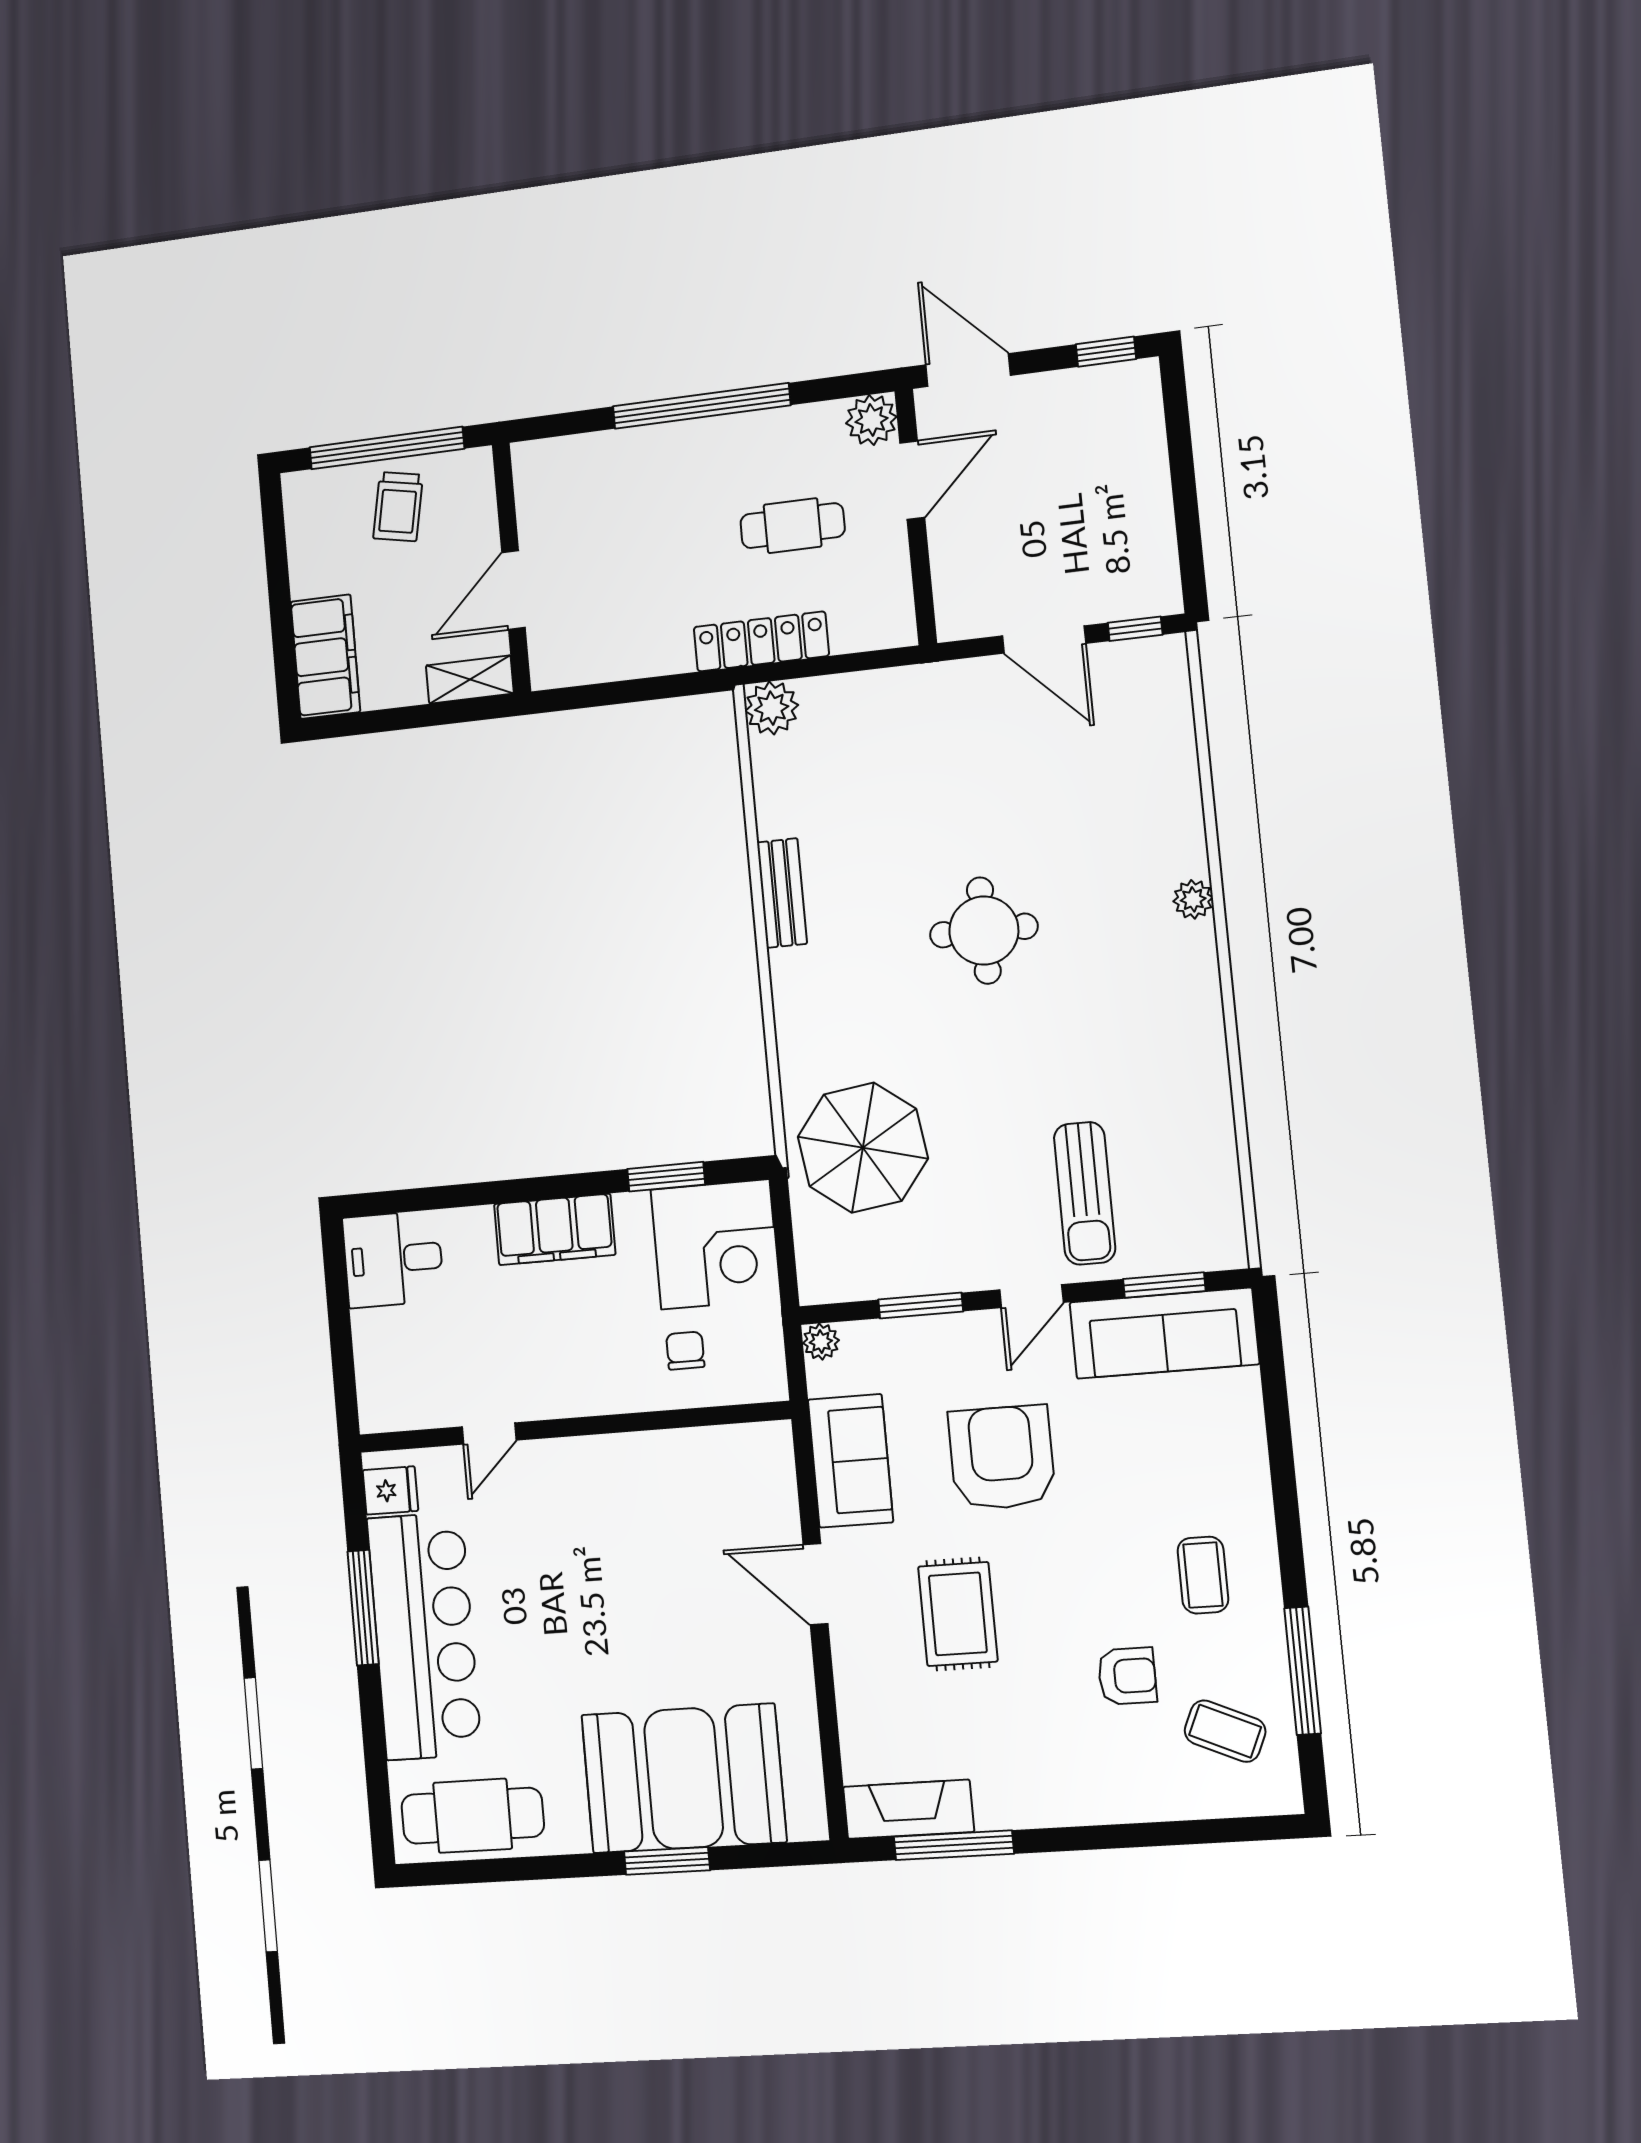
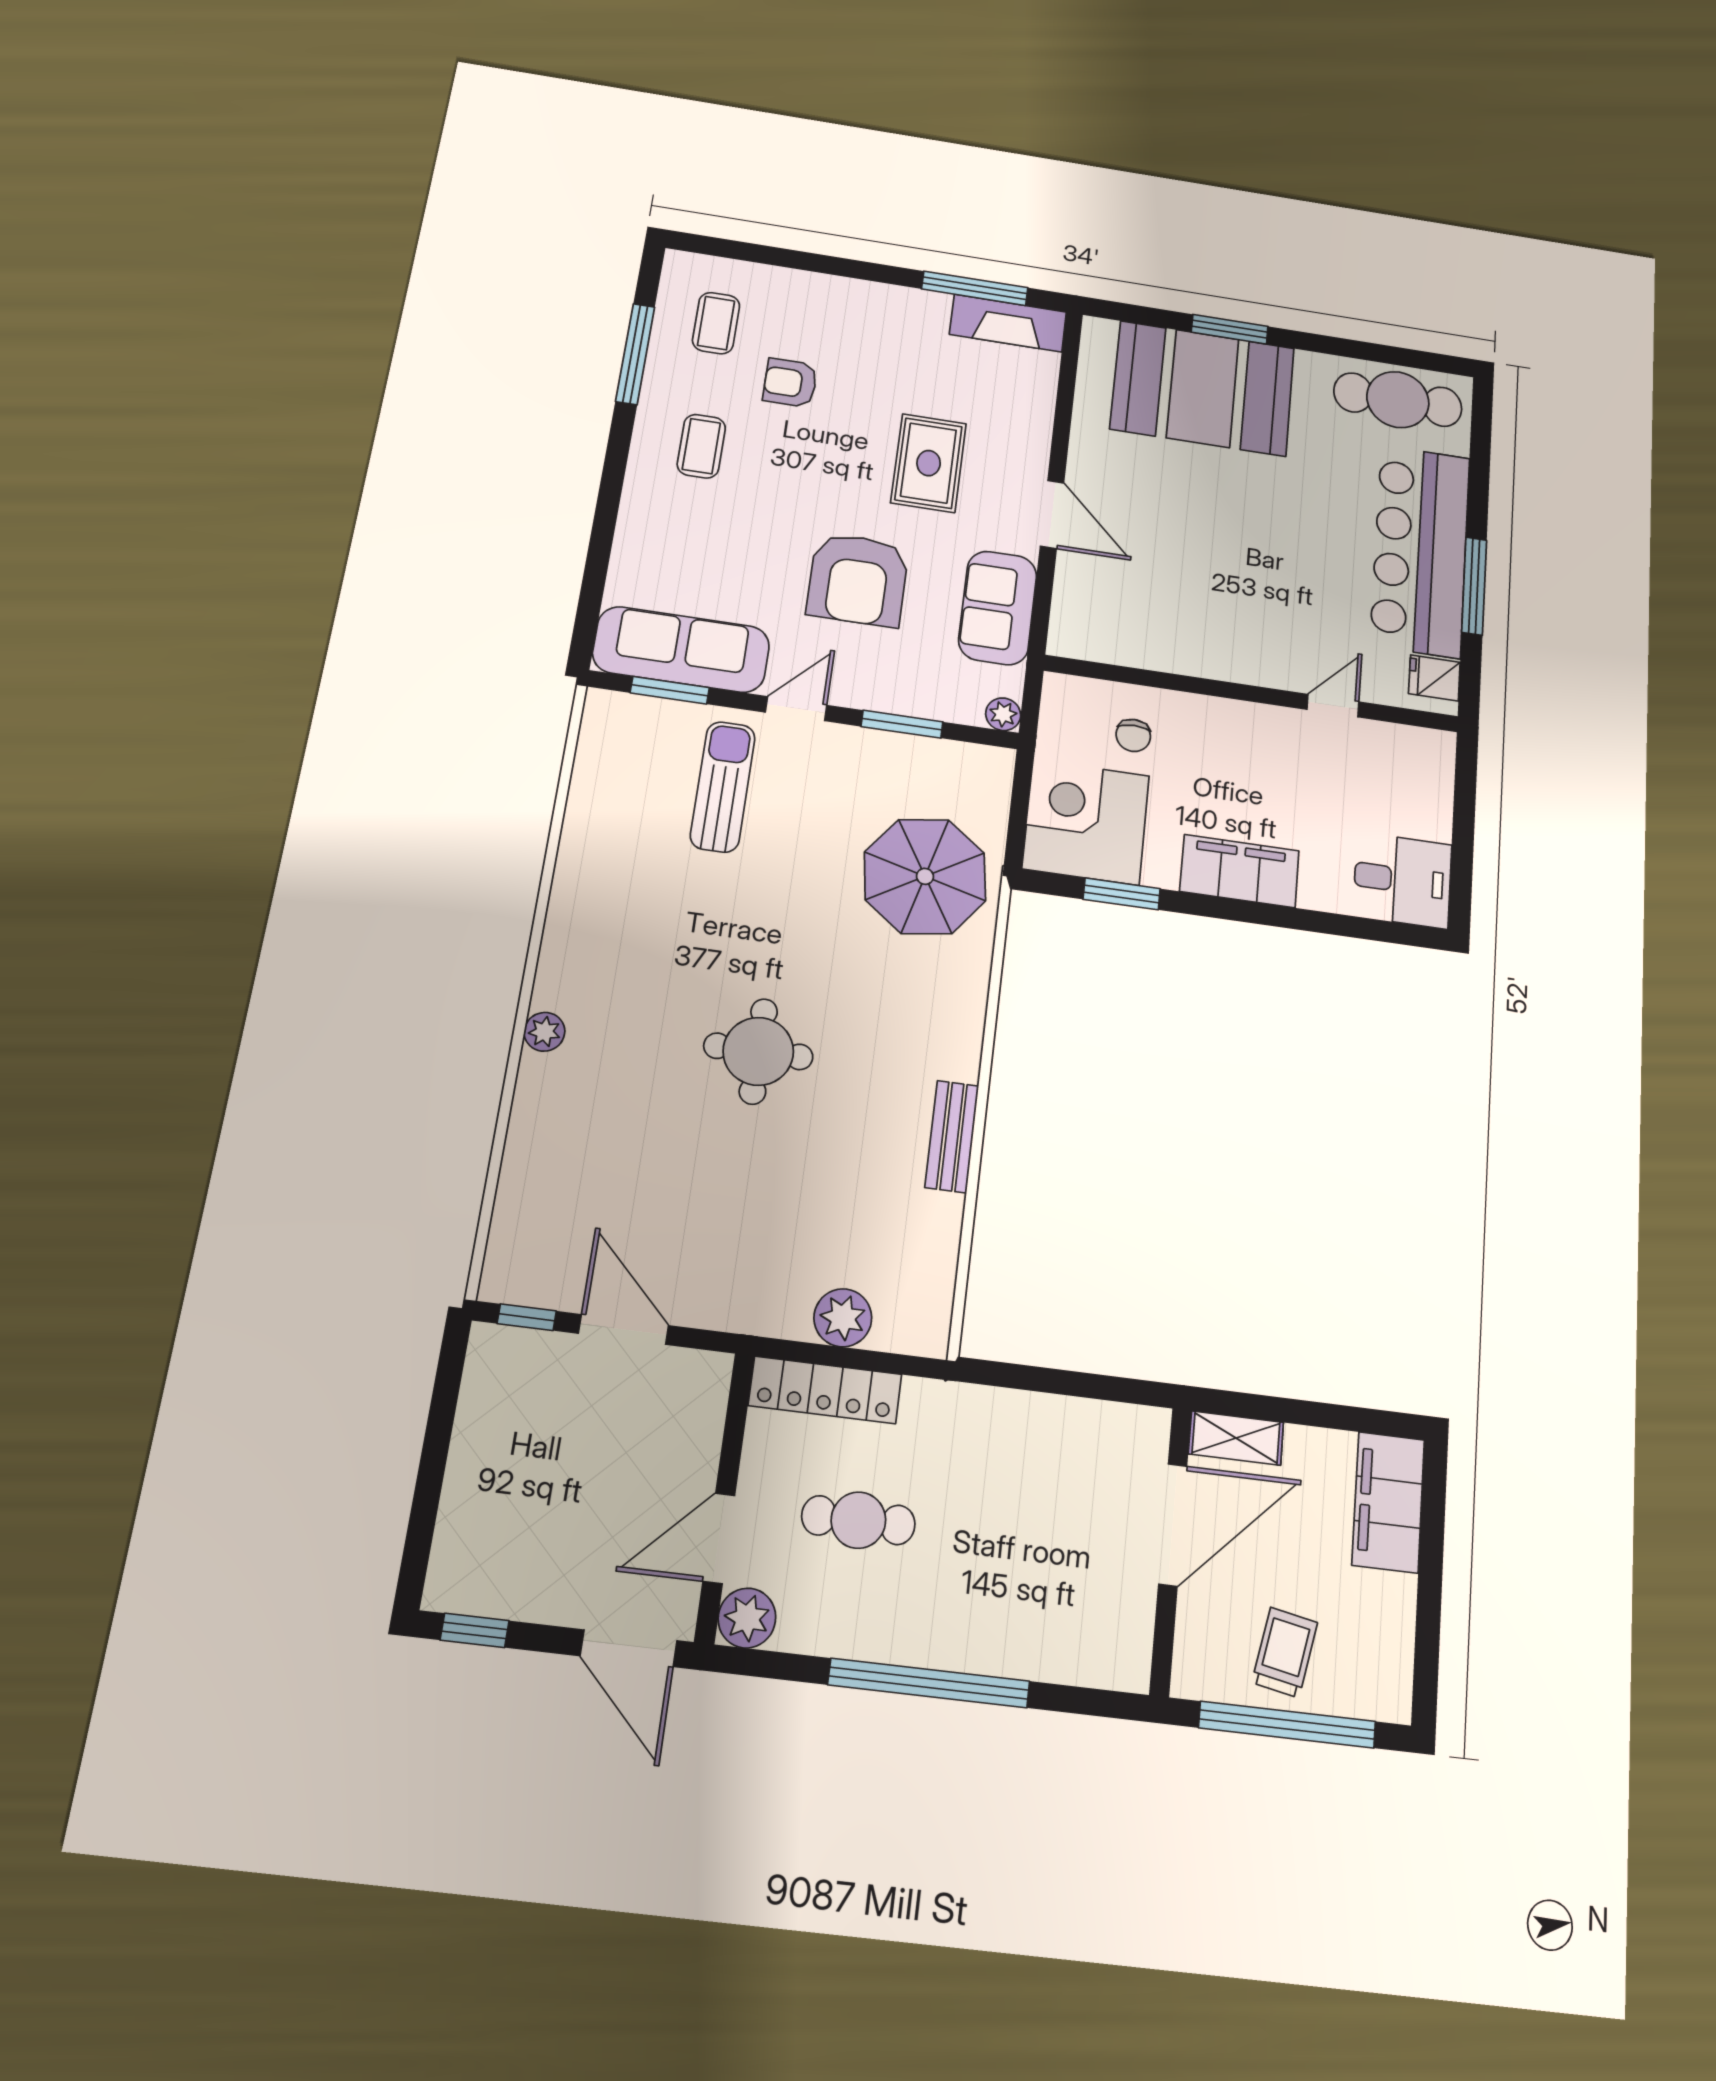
door: (514, 590) -> (1173, 1525), width x1.36
locker: (761, 641) -> (825, 1390), moved
plant: (772, 708) -> (843, 1318), moved
coffee table: (1225, 1731) -> (716, 323), turned 66

